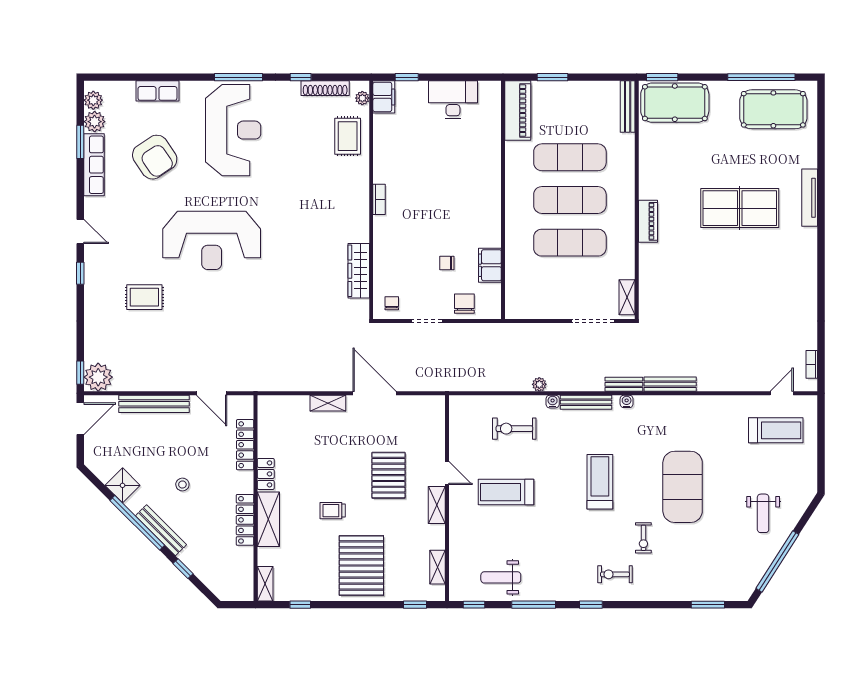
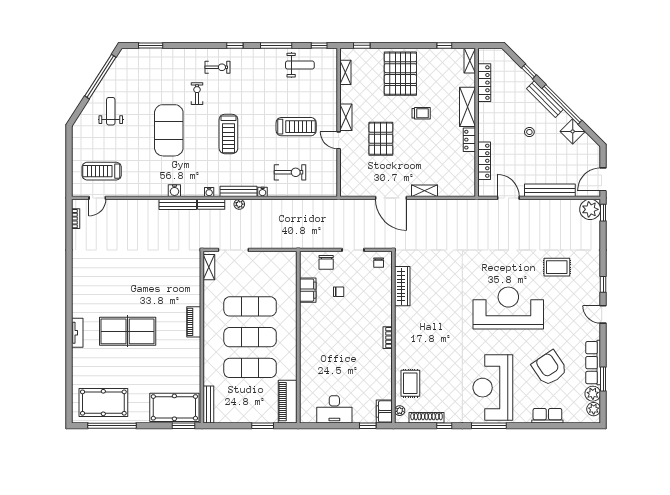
tv unit: (810, 198) -> (77, 333), width x0.71
plant: (539, 384) -> (239, 204), moved
water cooler: (675, 403) -> (174, 191), added
locker: (245, 520) -> (484, 83), moved

